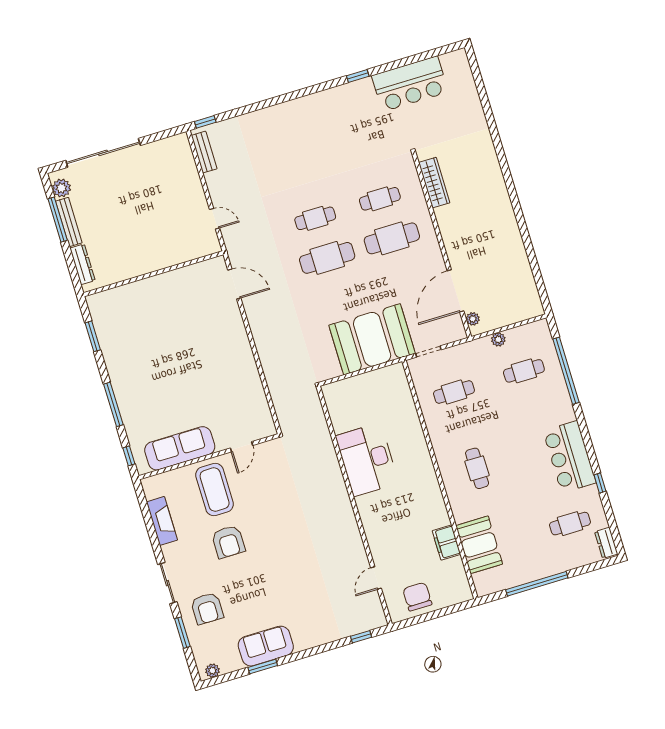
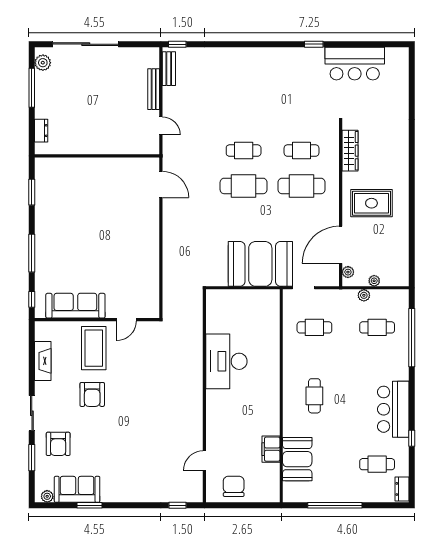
bench: (69, 222) -> (154, 89), moved
rug: (476, 234) -> (371, 203), added
dresser: (82, 264) -> (41, 131), width x0.70
plant: (505, 320) -> (374, 281), added
sofa: (266, 646) -> (77, 489), moved

